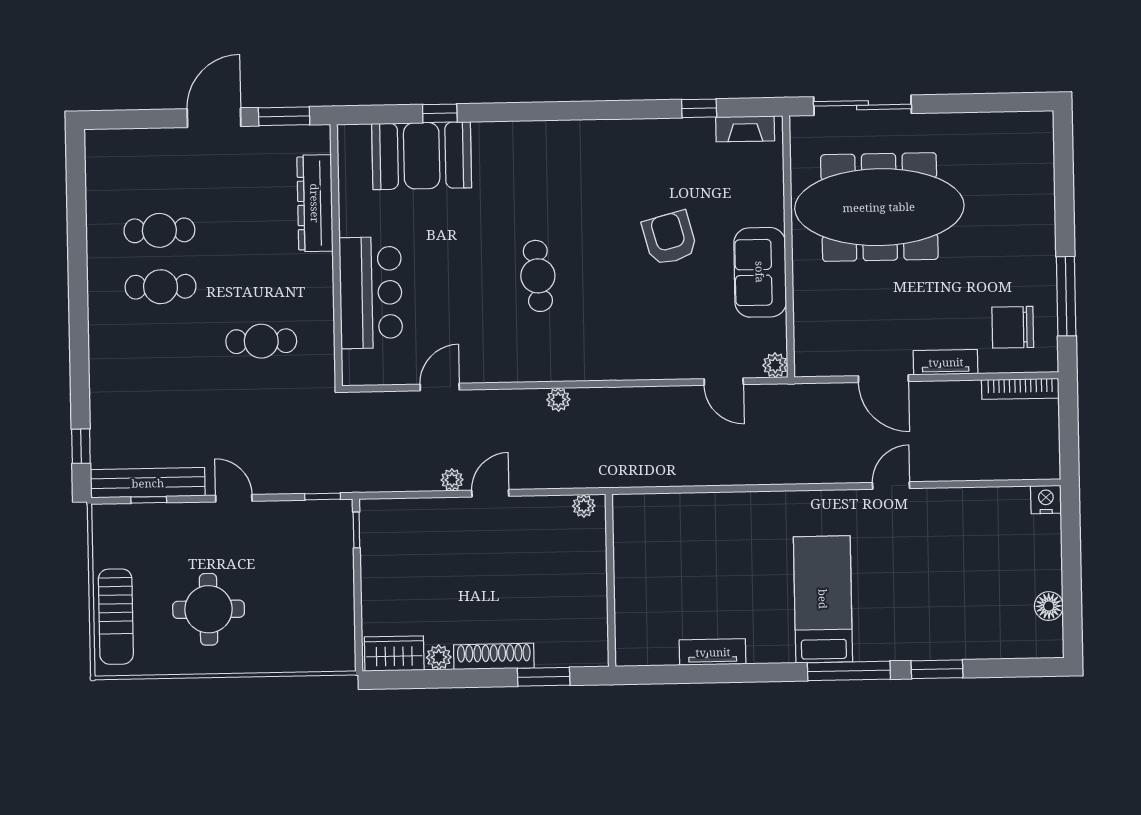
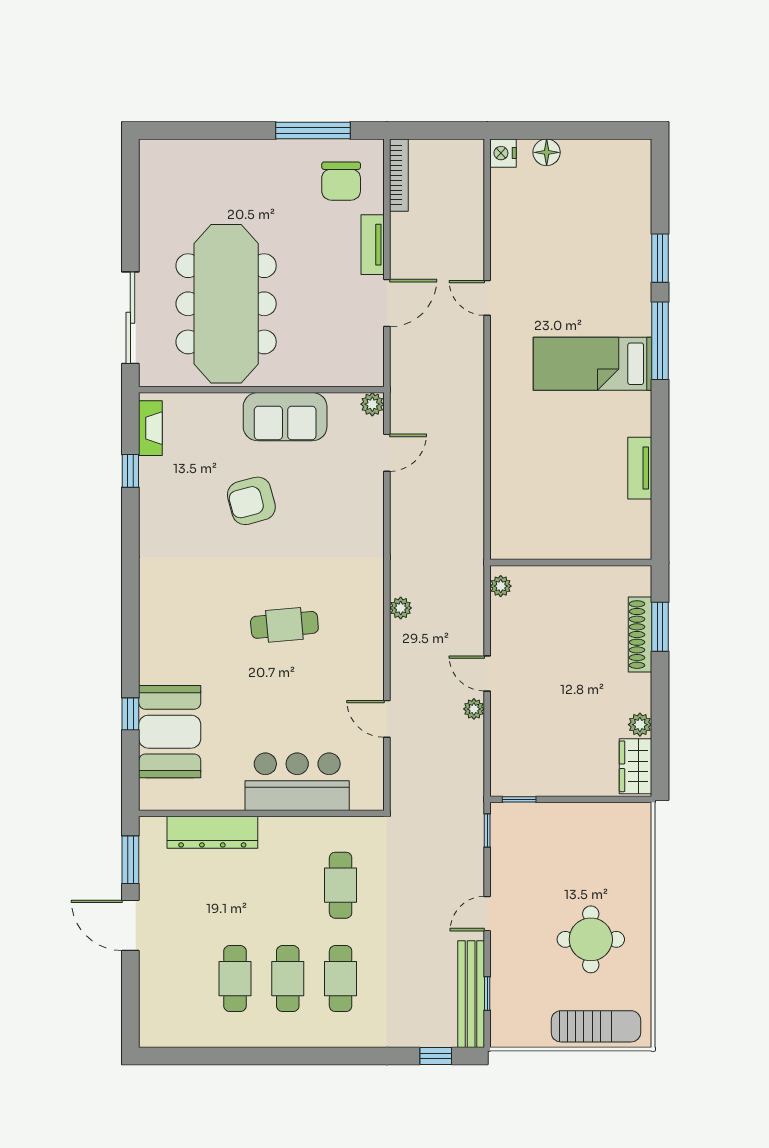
cafe table: (162, 343) -> (341, 979), added
floor lamp: (1049, 606) -> (547, 152), moved
shoe rack: (494, 656) -> (640, 635), moved

